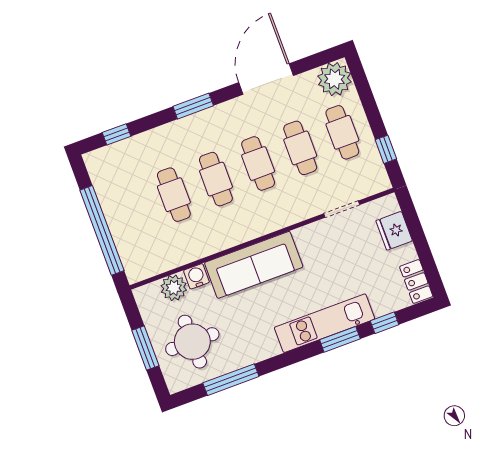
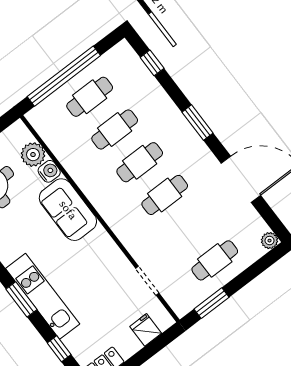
plant: (335, 79) -> (270, 241), width x0.53, depth x0.53
cafe table: (300, 148) -> (90, 97), moved
window: (386, 149) -> (212, 303), width x1.50
fridge: (394, 231) -> (146, 330), width x0.72
sofa: (254, 265) -> (68, 210), width x0.73
window: (340, 339) -> (21, 299), moved

